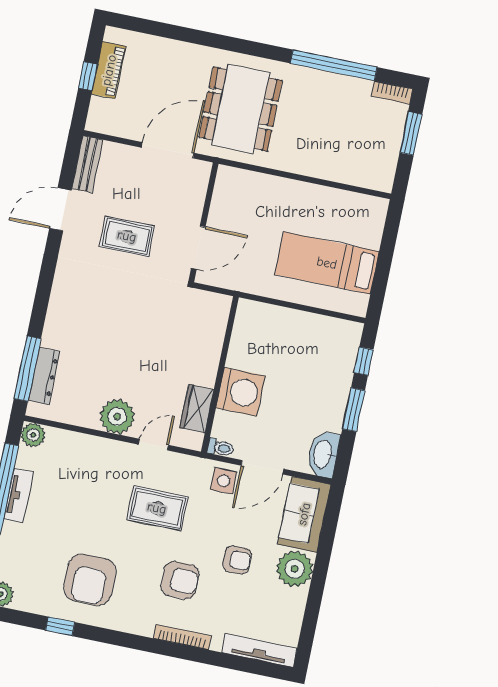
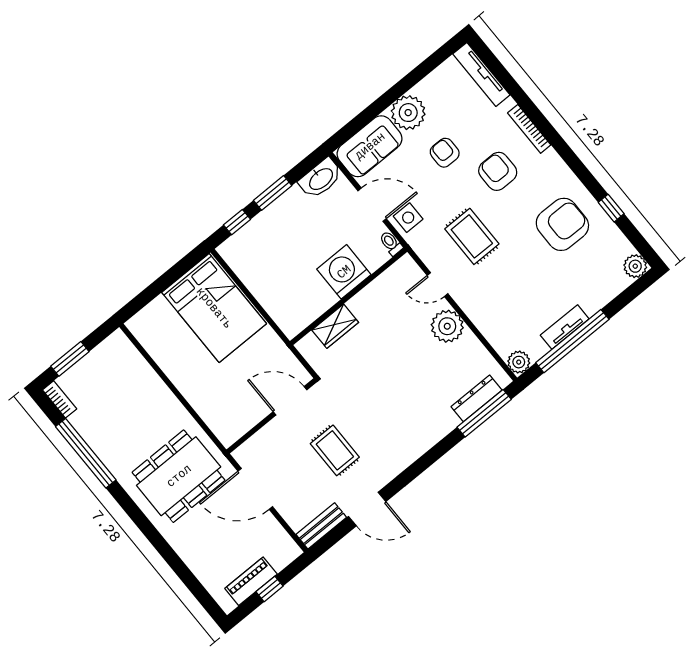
bed: (327, 263) -> (214, 308), width x1.50
wardrobe: (197, 409) -> (335, 326), moved

